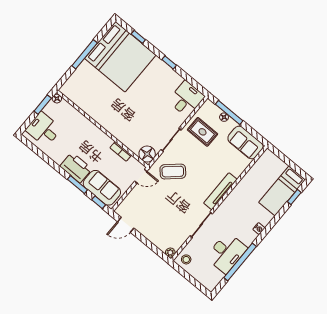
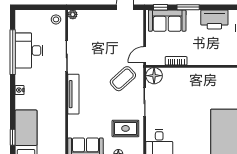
printer: (76, 168) -> (214, 19), moved

